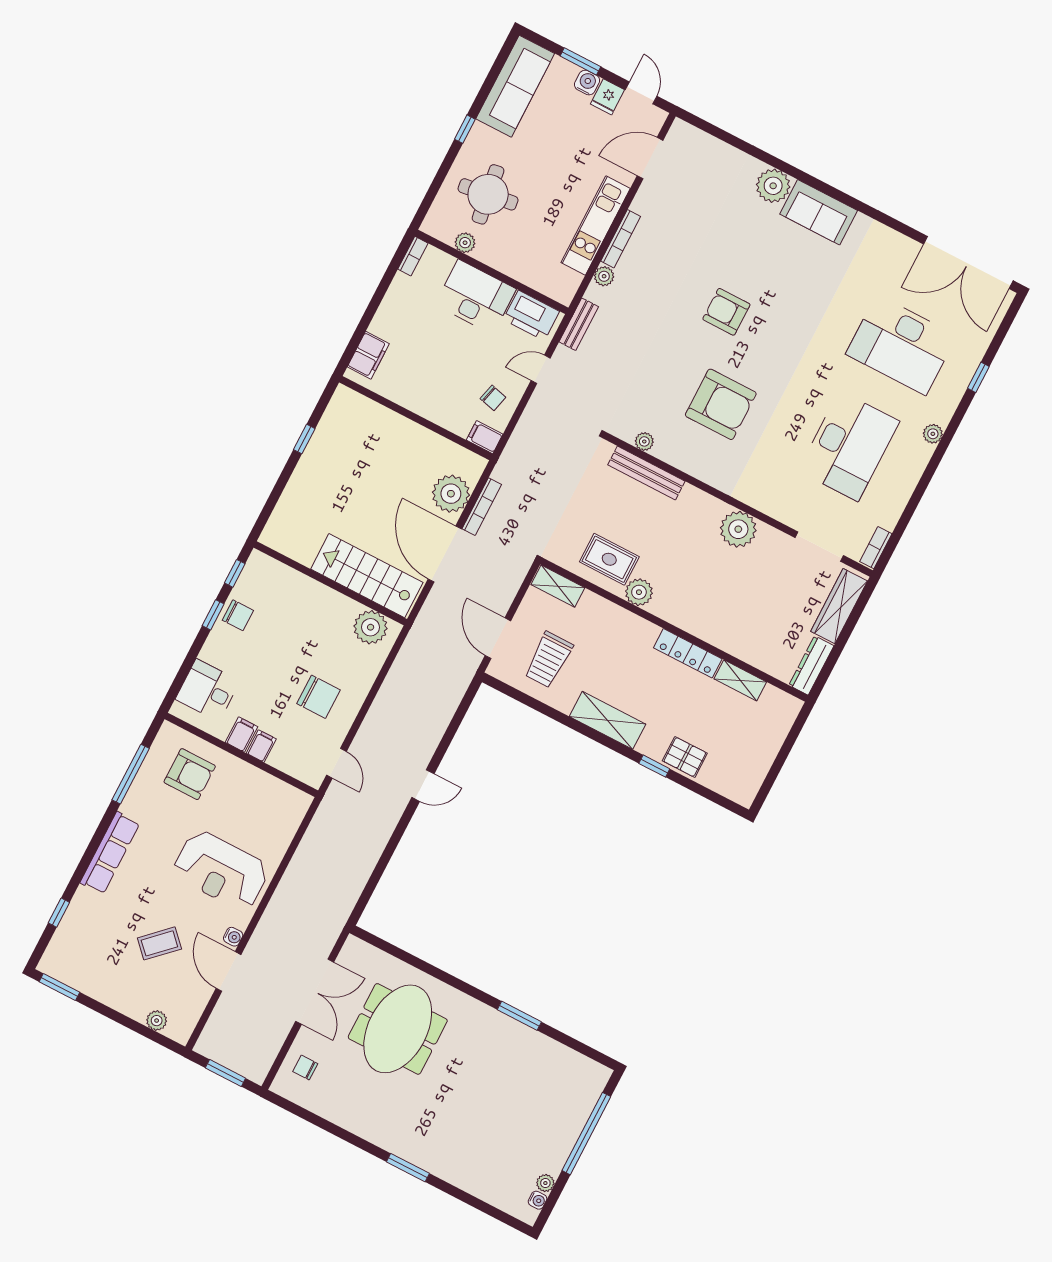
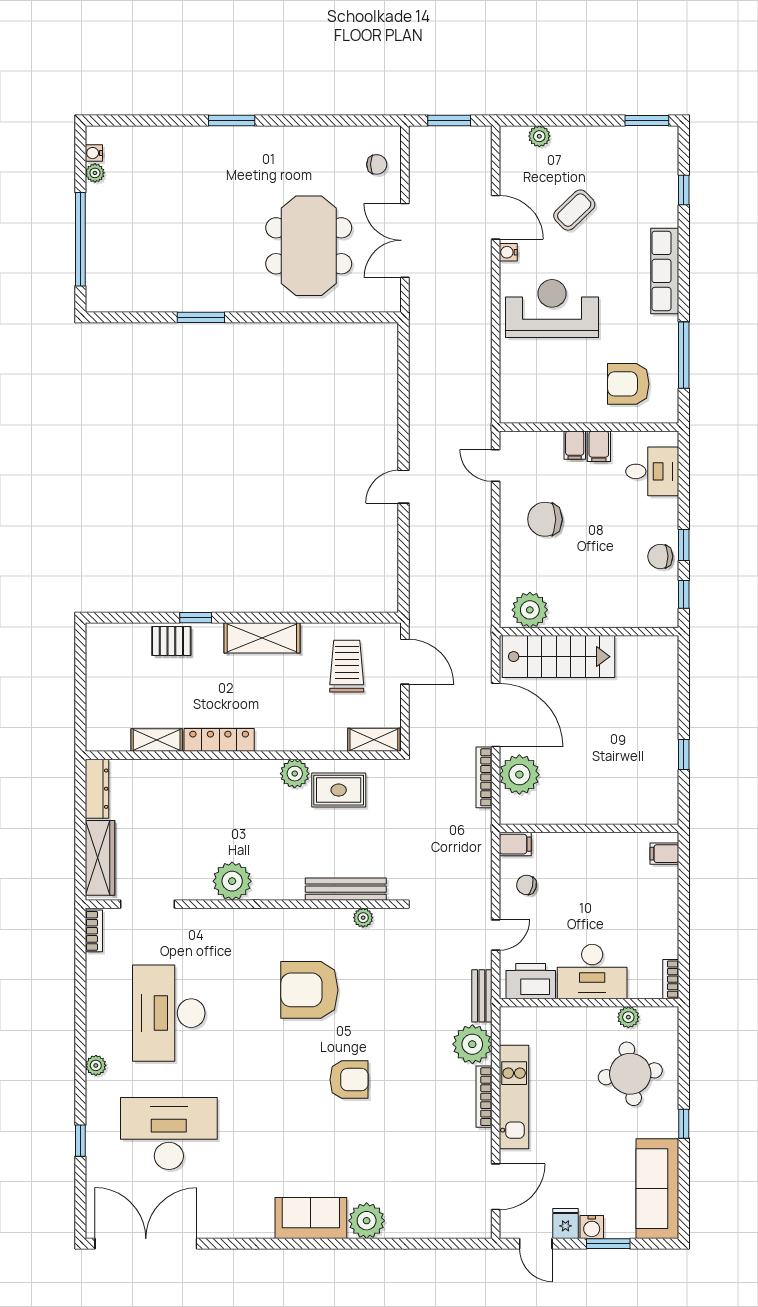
plant: (604, 276) -> (472, 1044), width x1.88, depth x1.88
filing cabinet: (368, 355) -> (664, 854), width x0.50

